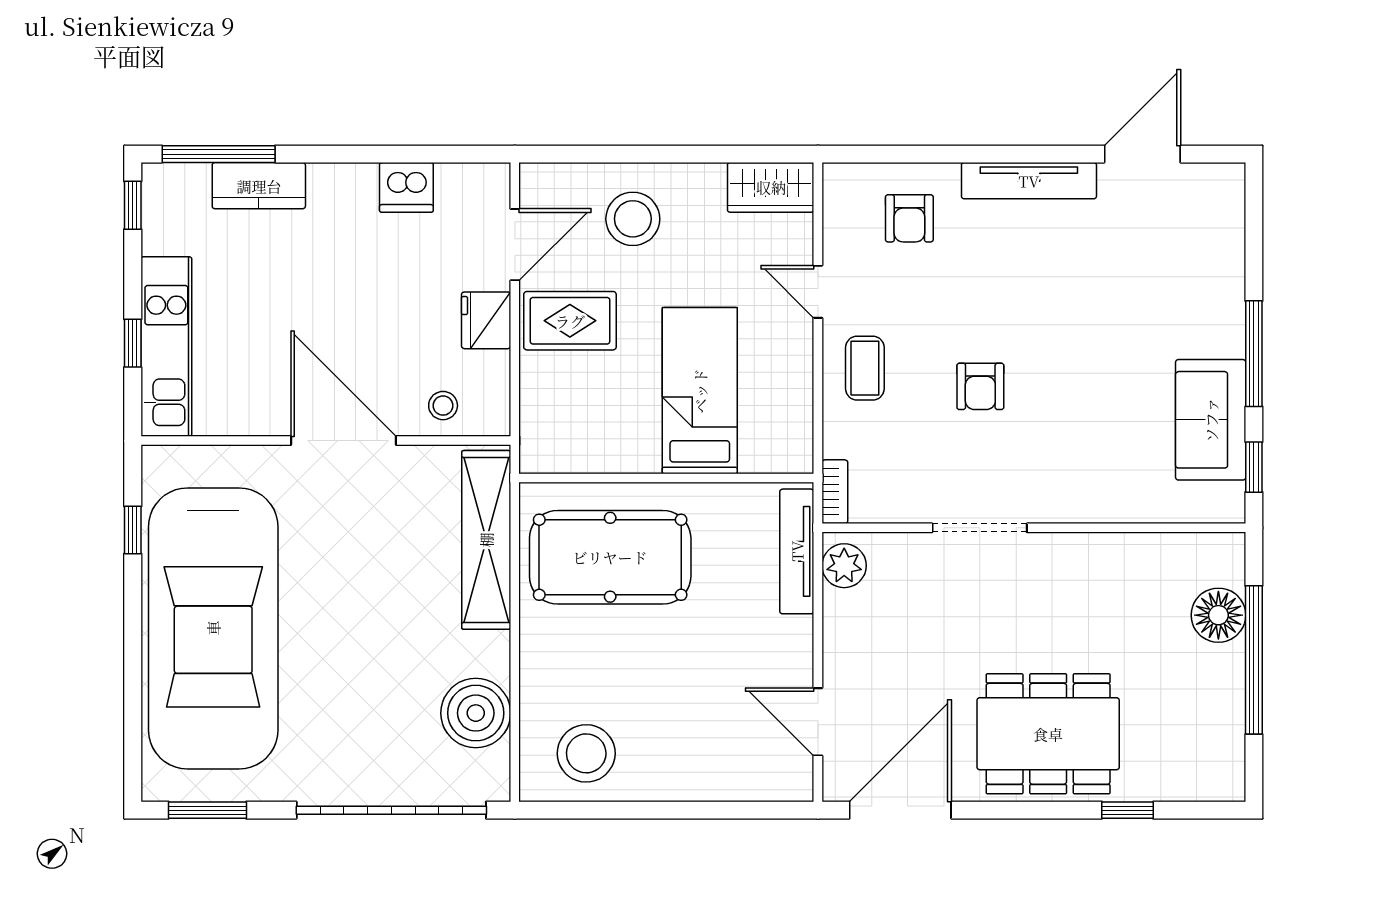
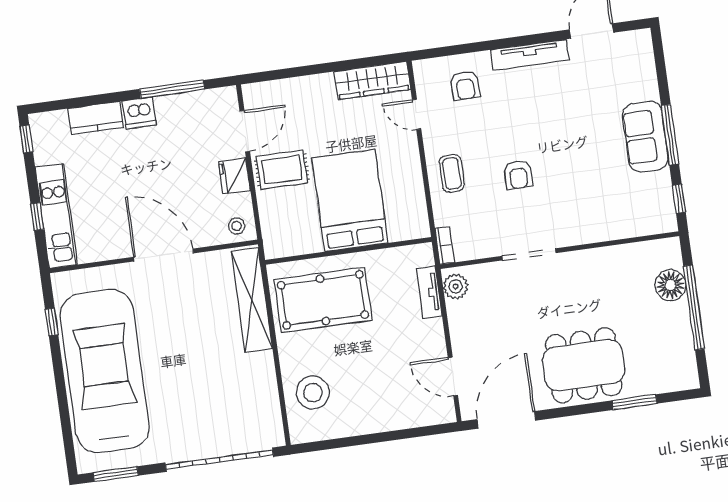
window: (219, 154) -> (172, 89), moved
dishwasher: (406, 187) -> (139, 113), moved
wardrobe: (771, 187) -> (372, 81), width x1.50
stool: (633, 219) -> (309, 107), removed
door: (818, 292) -> (417, 114), moved
bed: (700, 391) -> (350, 200), width x1.50
stool: (443, 406) -> (237, 226), moved
sofa: (1211, 420) -> (645, 137), moved
tv unit: (797, 551) -> (429, 292), width x0.71
car: (213, 628) -> (105, 371), turned 180
boiler: (476, 713) -> (259, 398), removed
stool: (586, 753) -> (313, 393), moved
window: (1128, 810) -> (634, 402), width x1.50

